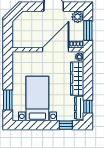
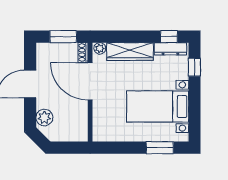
plant: (78, 17) -> (44, 118), moved

